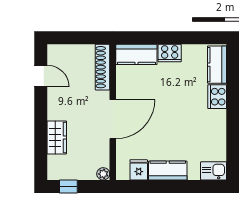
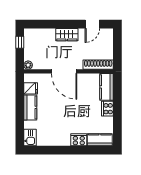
wardrobe: (57, 138) -> (67, 35), moved

